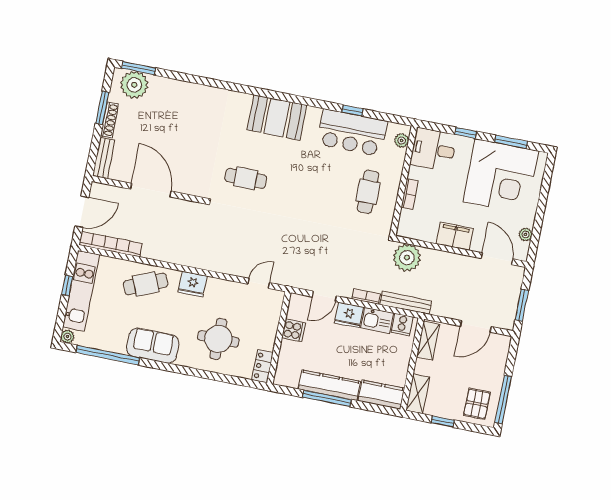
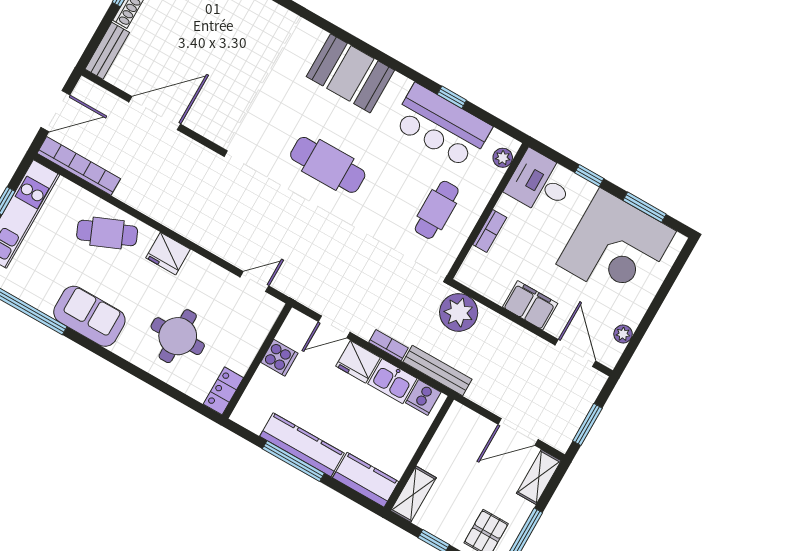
cafe table: (246, 178) -> (328, 165), moved, width x1.37, depth x1.35
door: (151, 190) -> (155, 113), hinge flipped
shelving: (428, 341) -> (539, 477), moved

